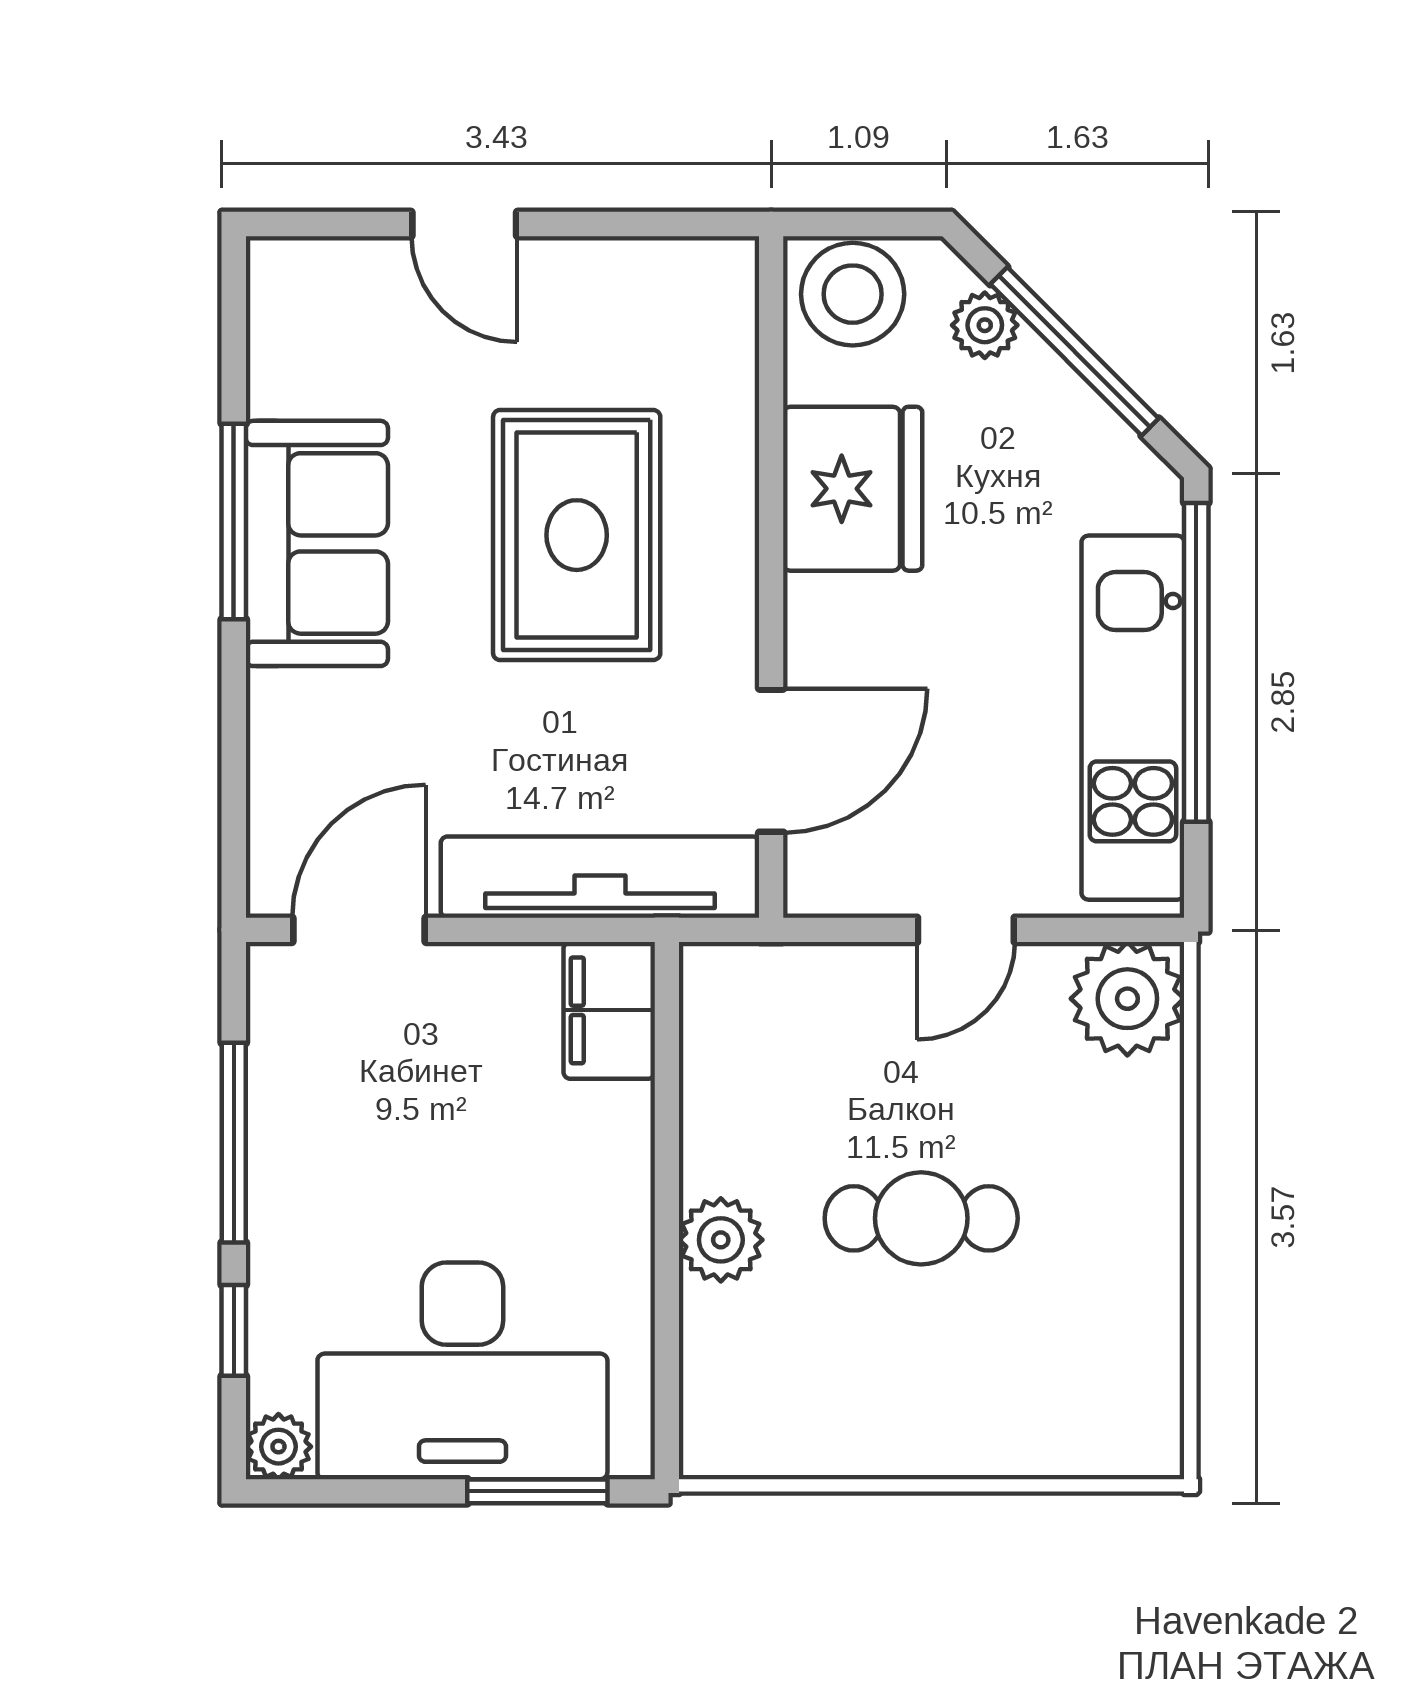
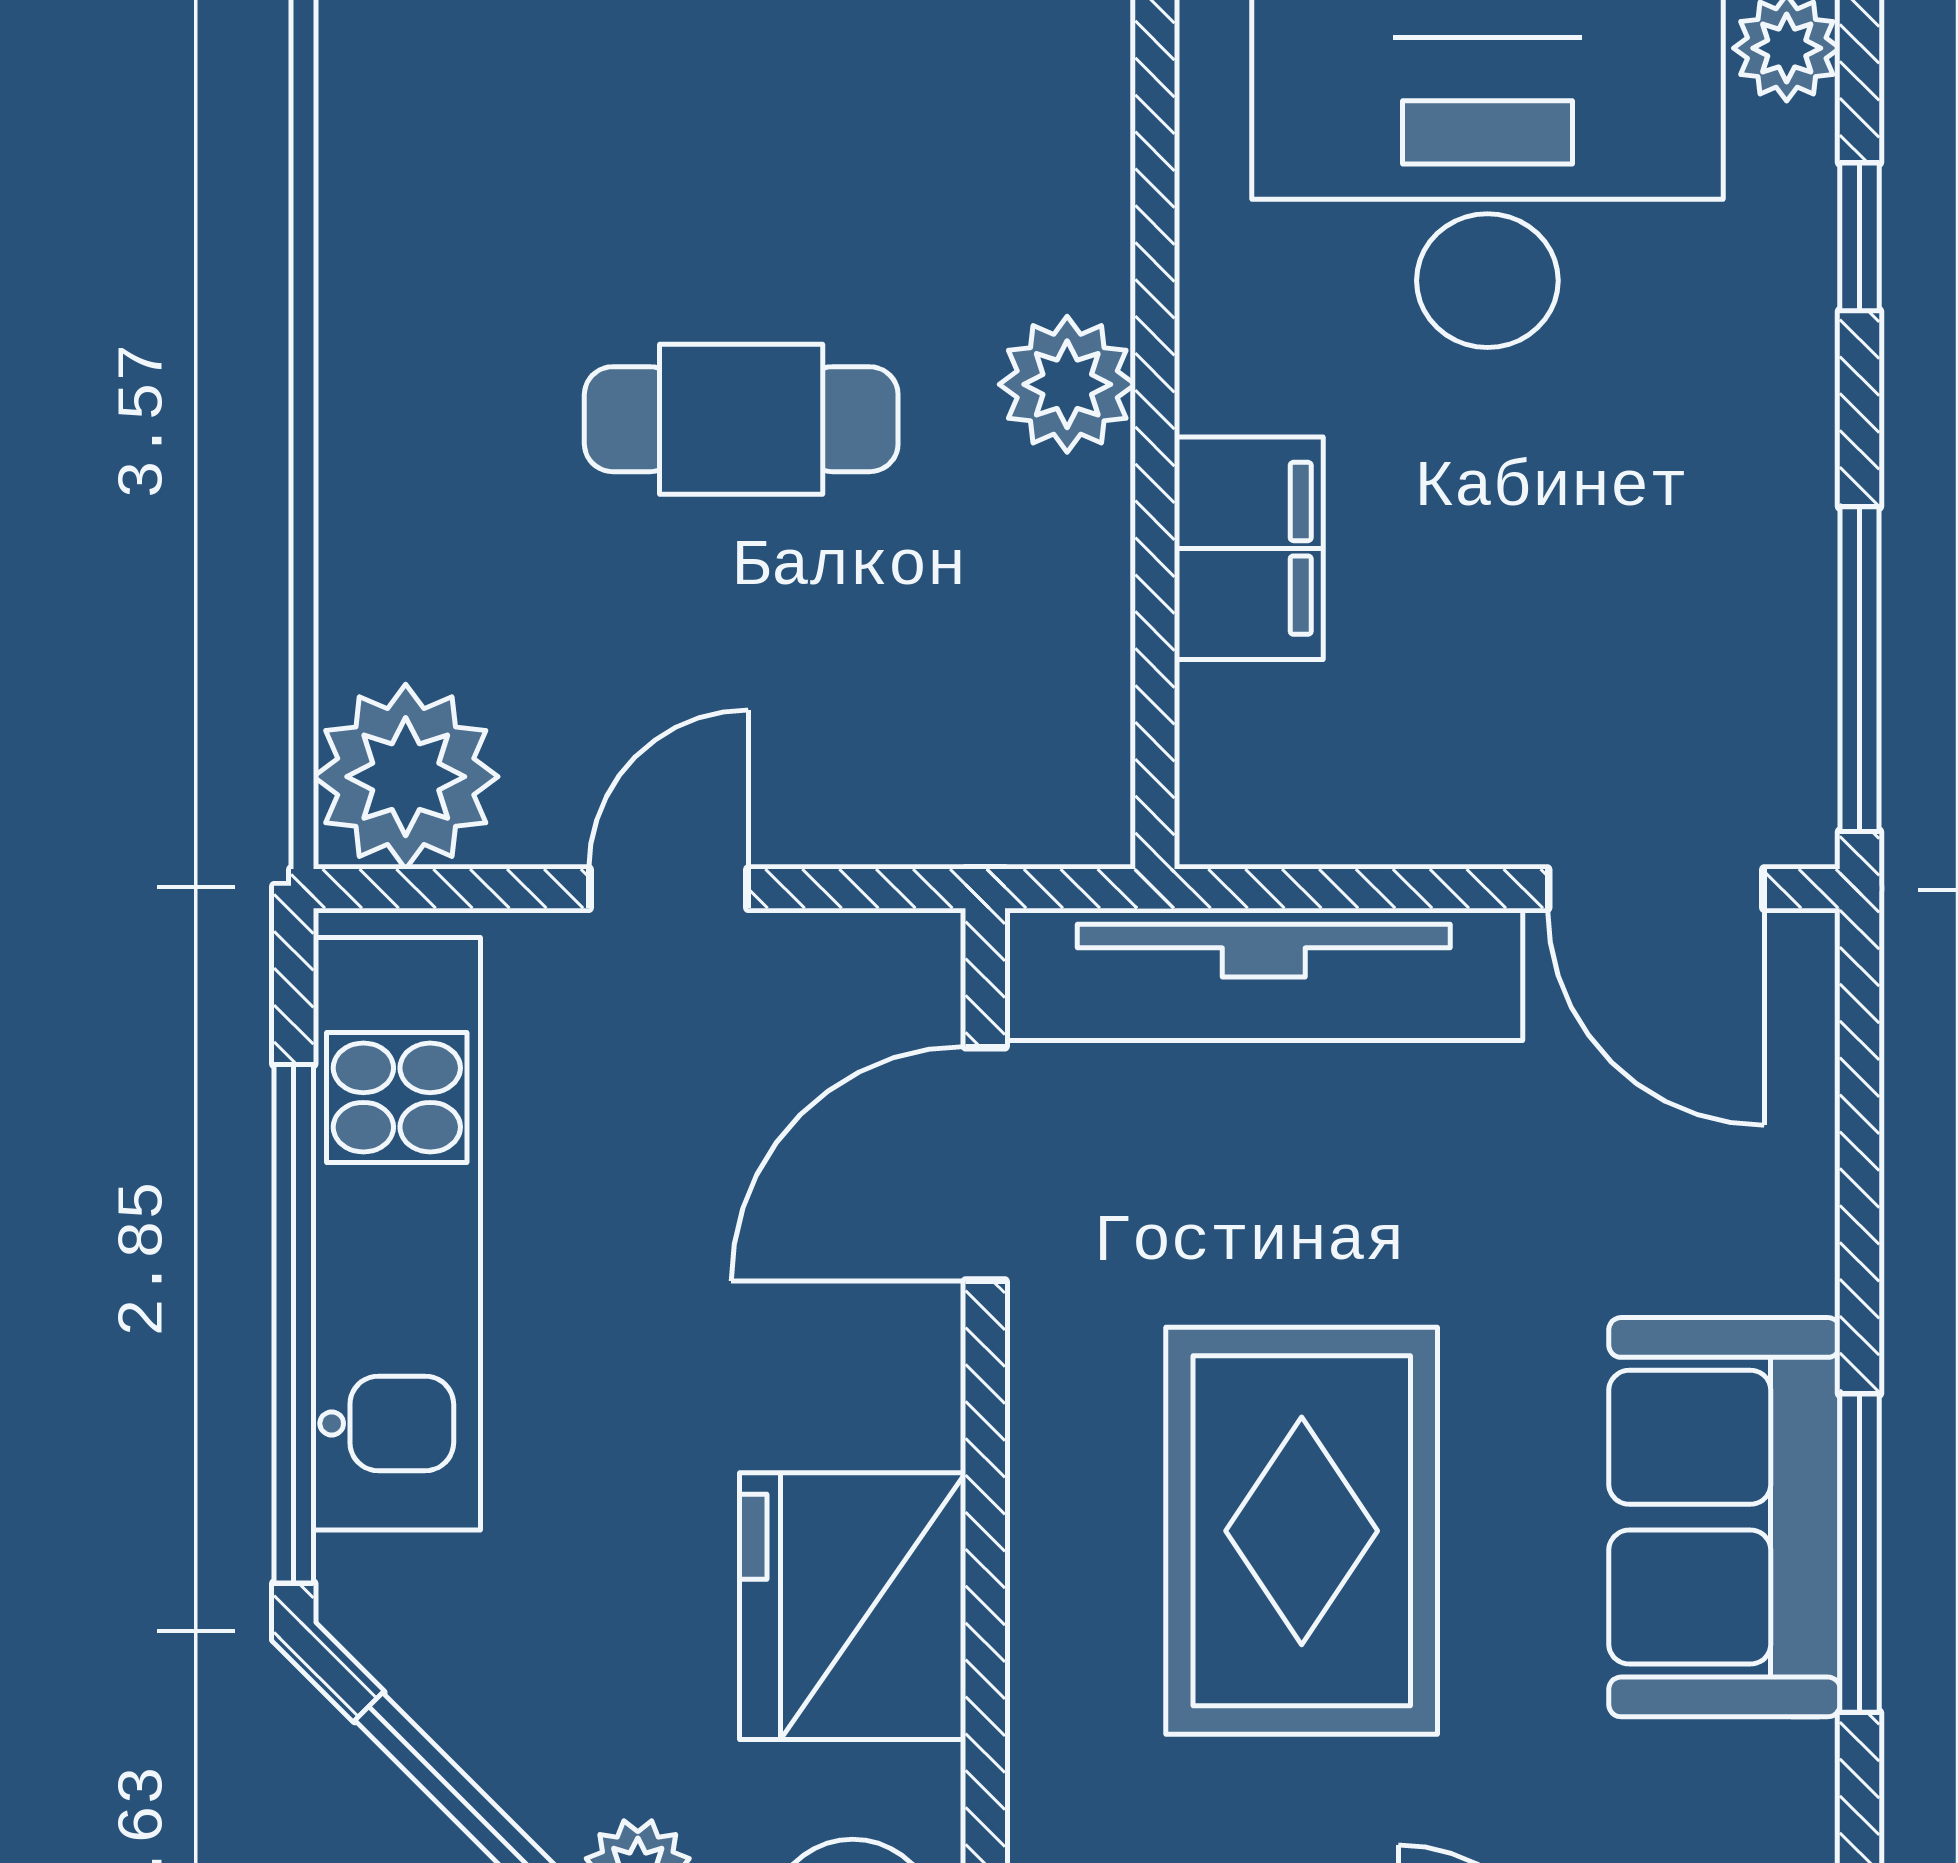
door: (359, 930) -> (1656, 889), hinge flipped
filing cabinet: (609, 1010) -> (1249, 548), moved
window: (234, 1143) -> (1859, 669), moved

